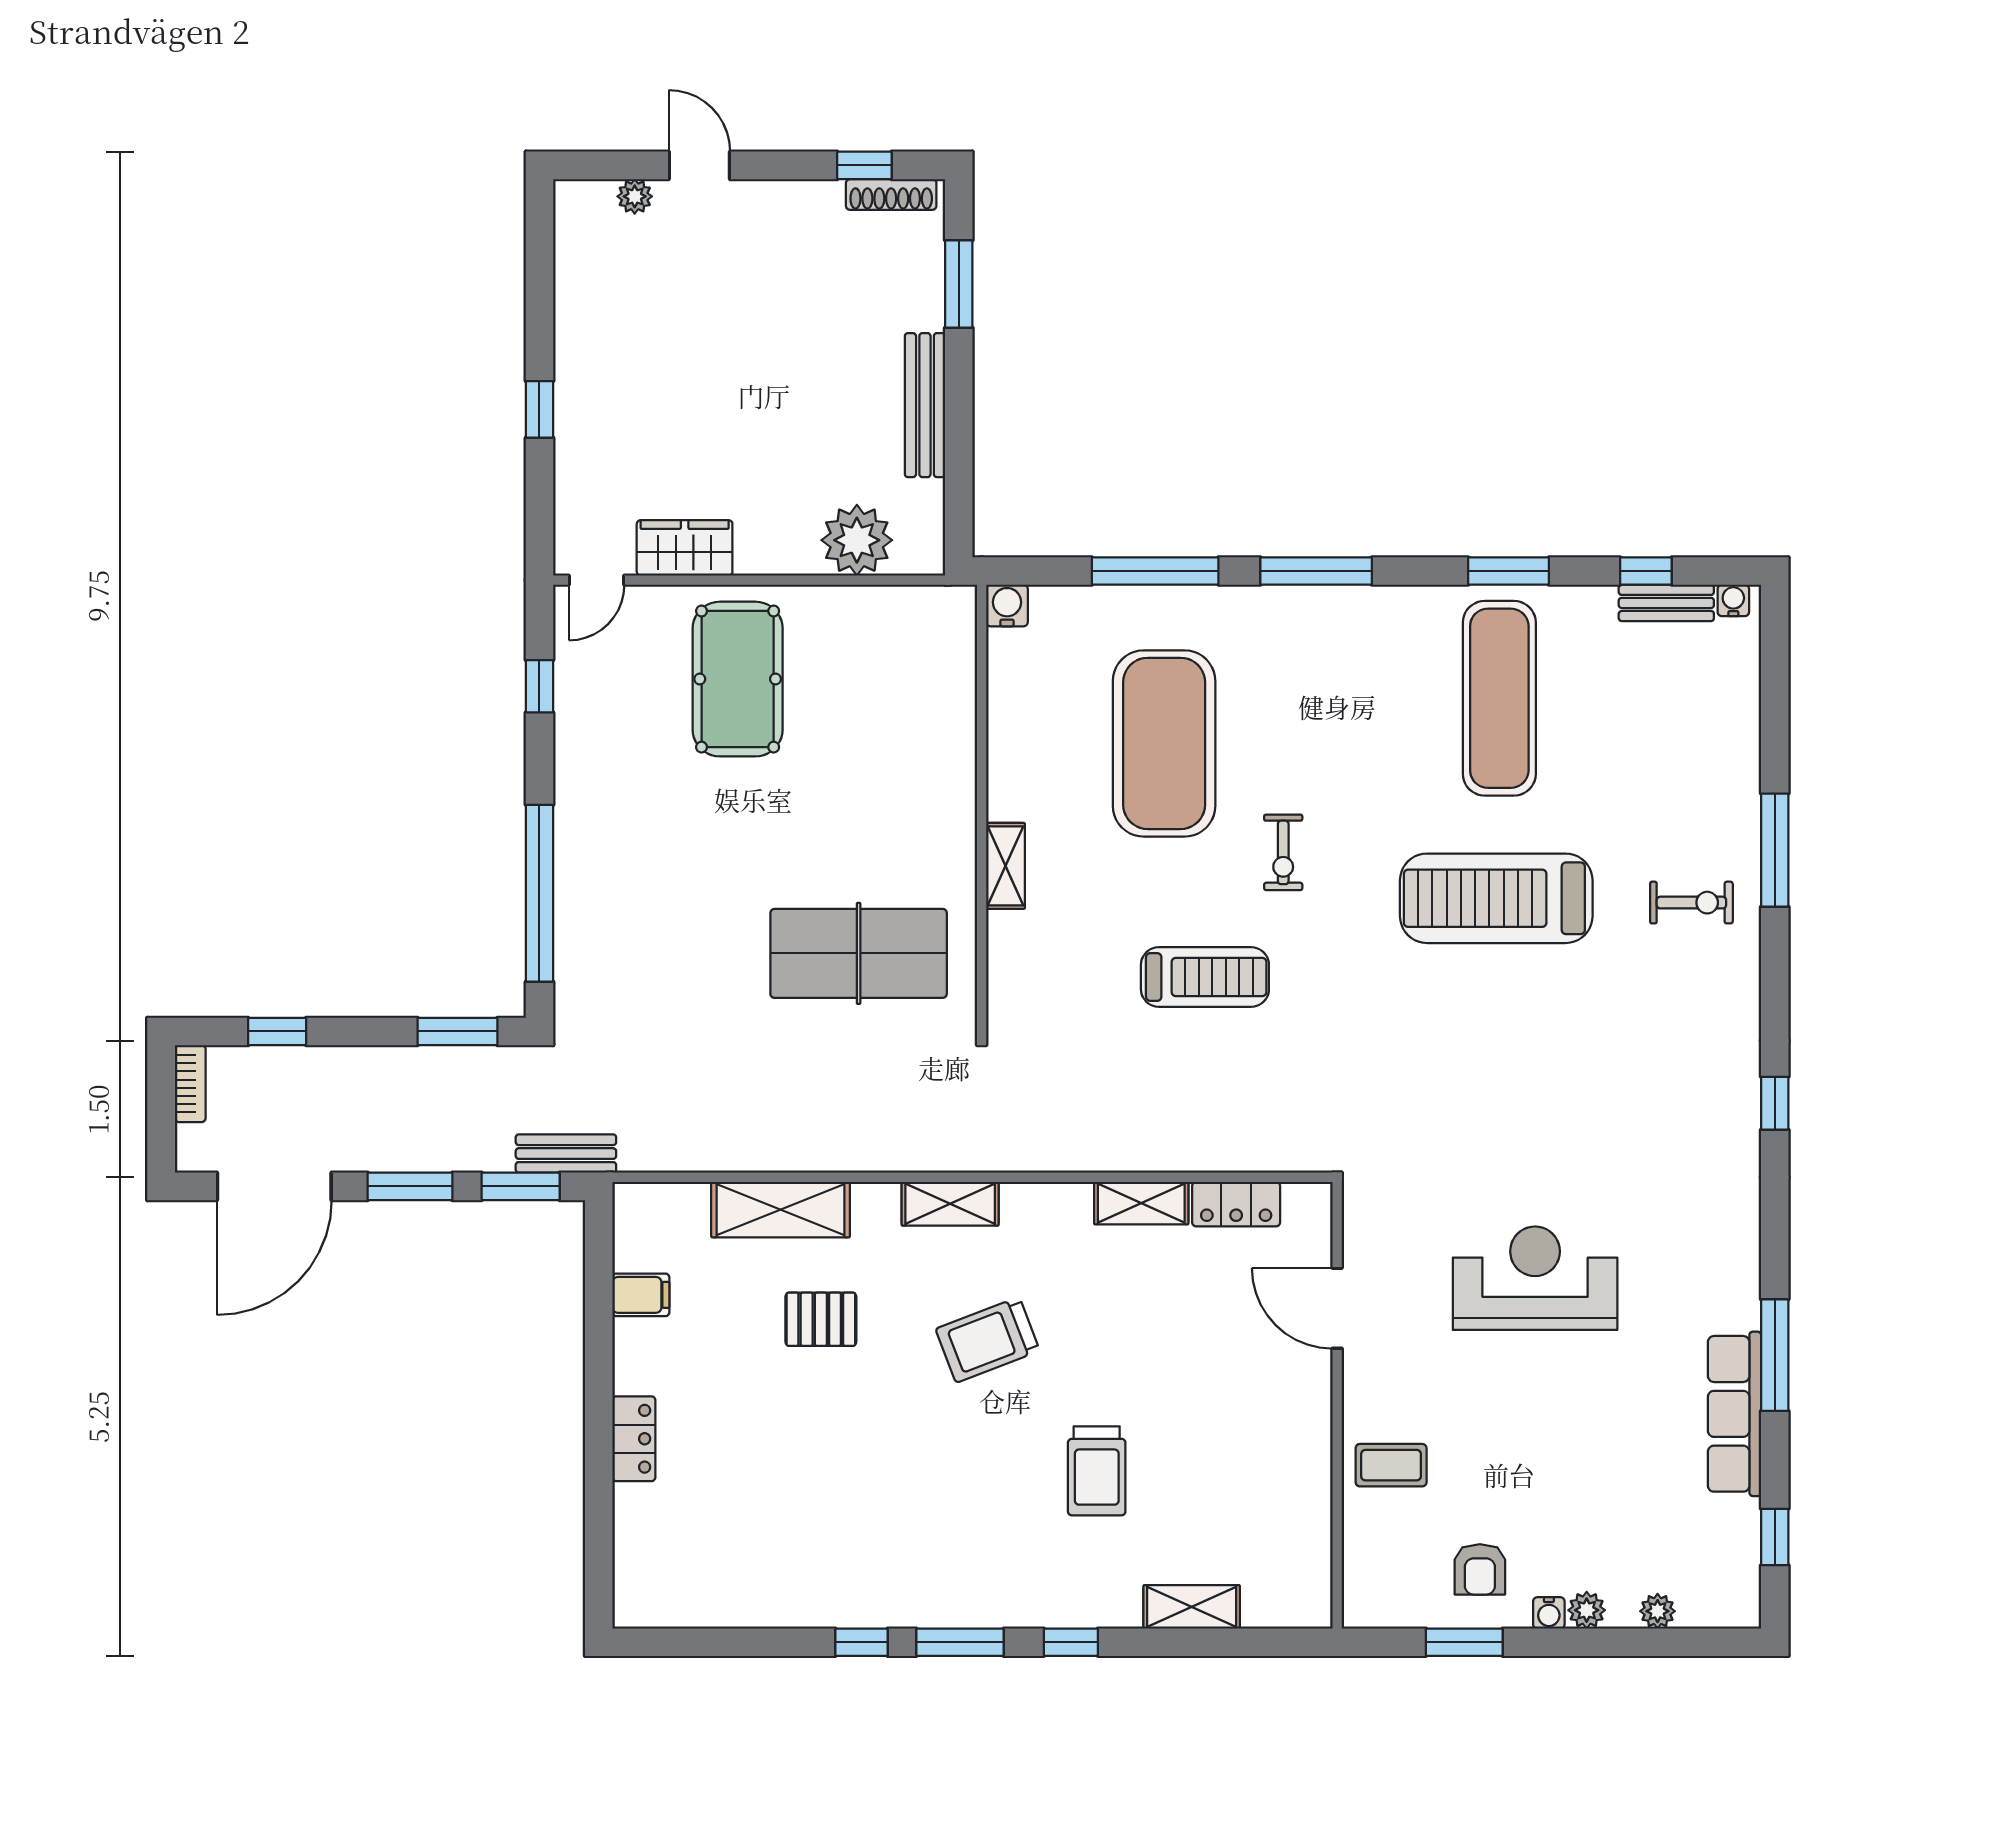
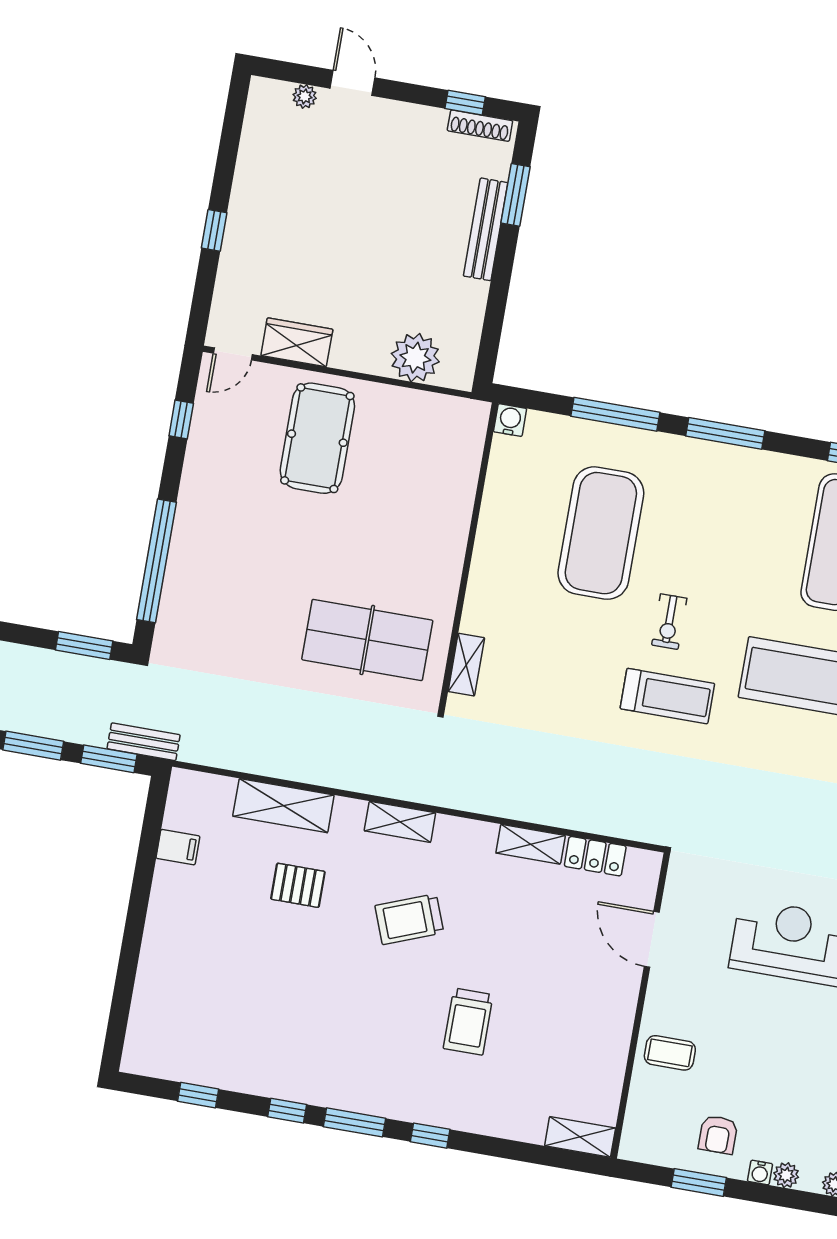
bench: (925, 405) -> (486, 229), moved
shelving: (1005, 866) -> (466, 665), moved
treadmill: (1205, 977) -> (667, 696), moved
locker: (634, 1439) -> (156, 945), removed
shelving: (1192, 1607) -> (580, 1137), moved
window: (731, 1642) -> (198, 1095), added

